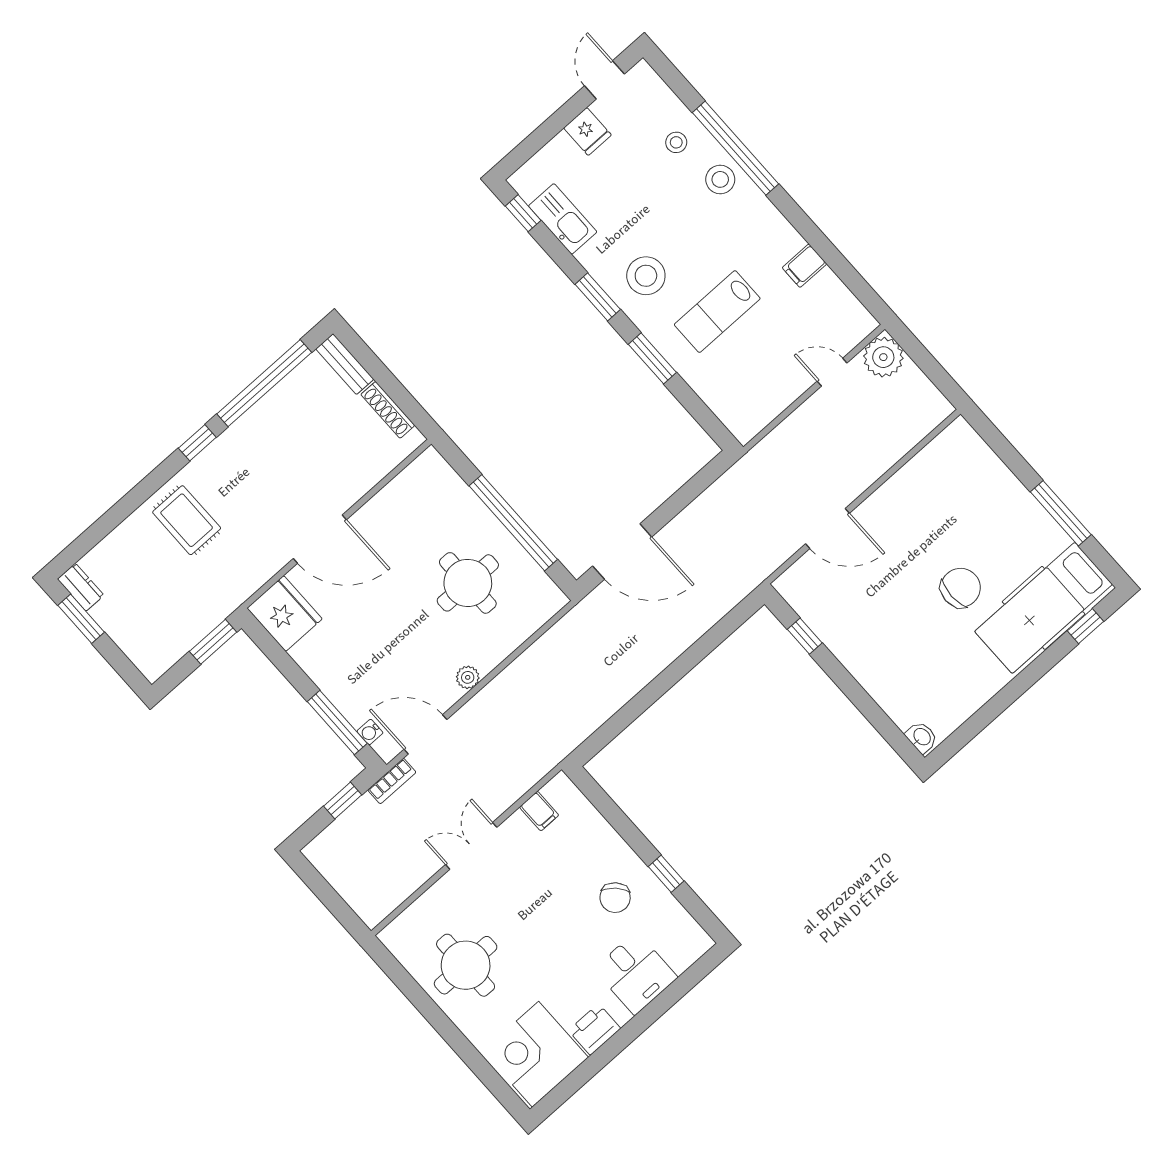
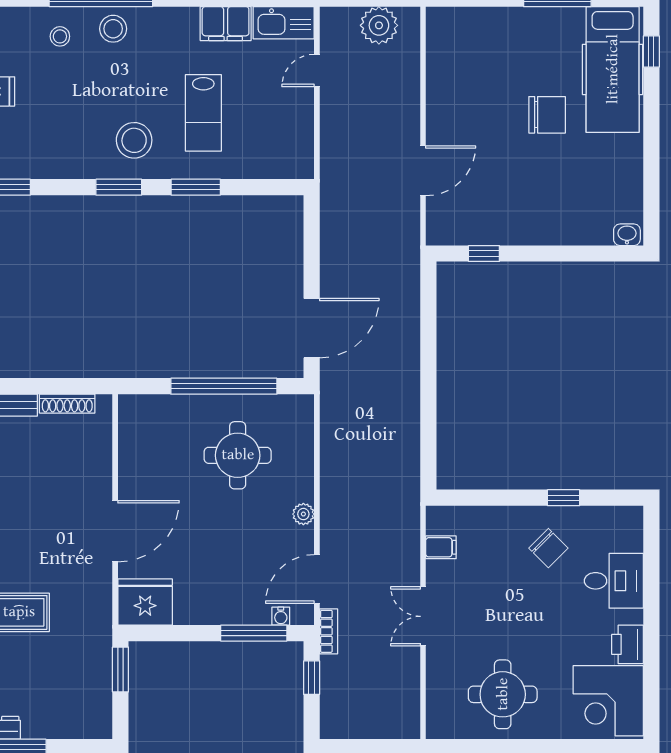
kitchen sink: (563, 219) -> (284, 23), moved, turned 180
filing cabinet: (804, 266) -> (226, 24), width x2.00
plant: (883, 357) -> (379, 25), moved
chair: (961, 588) -> (547, 115), turned 90

